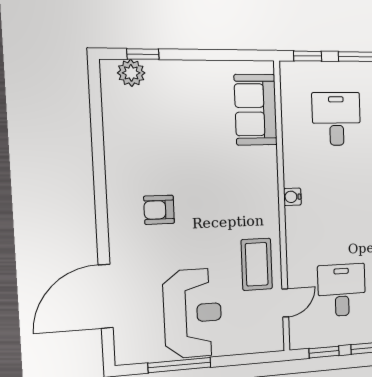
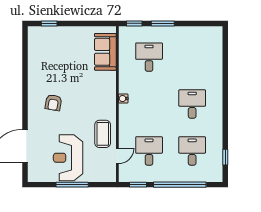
plant: (131, 73) -> (43, 33), removed
armchair: (159, 210) -> (53, 103), turned -80
reception desk: (193, 313) -> (68, 158), turned 180
window: (179, 365) -> (72, 185), moved

